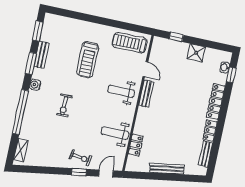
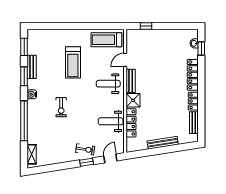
shower: (196, 53) -> (133, 100), moved
door: (145, 69) -> (125, 60), swing flipped
locker: (136, 145) -> (131, 123), width x1.53

